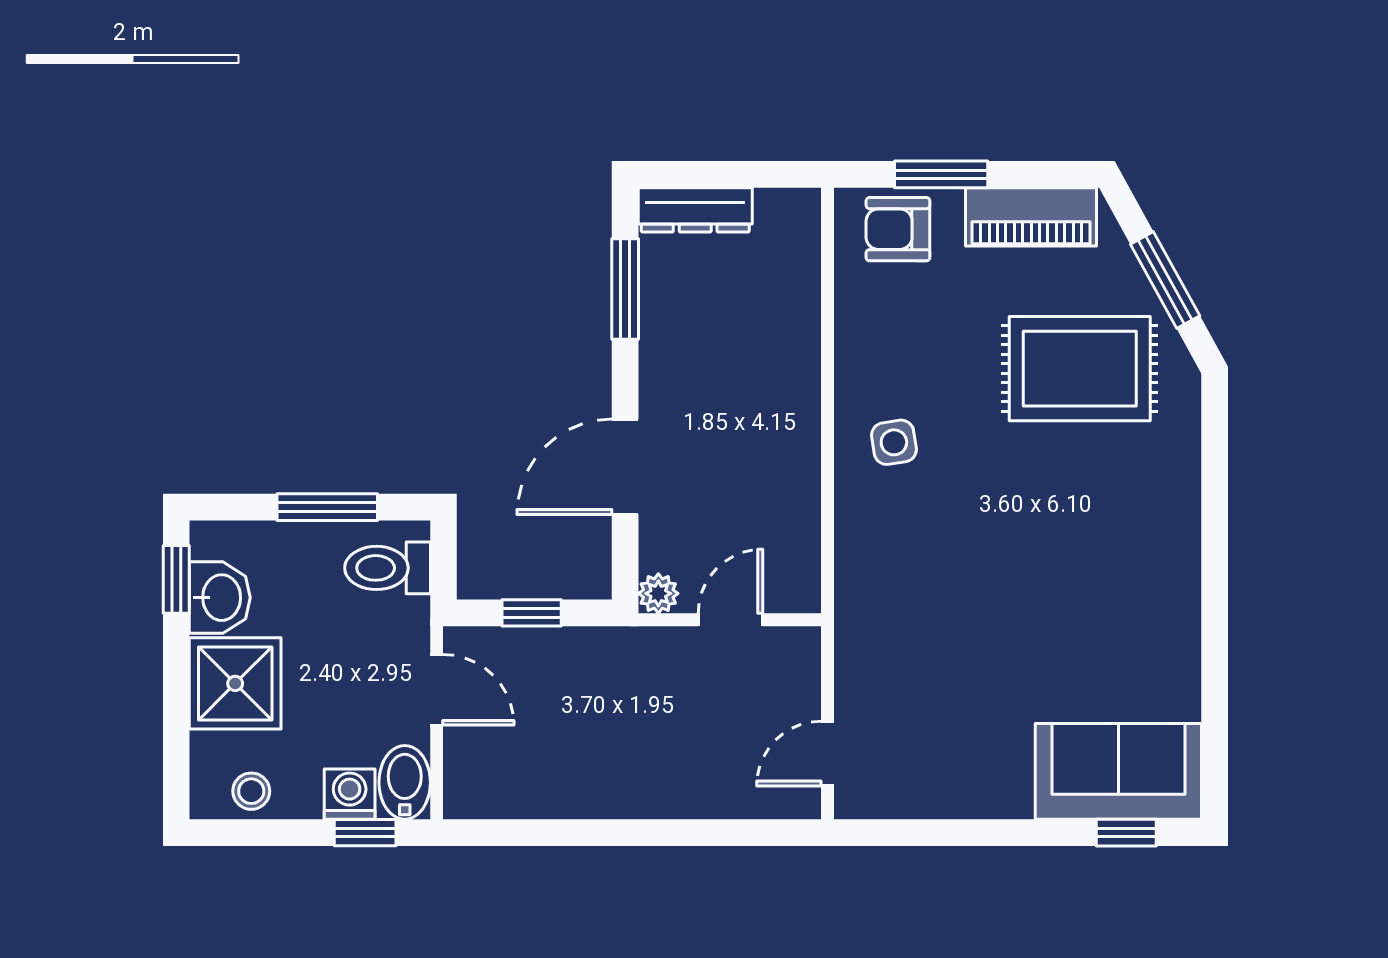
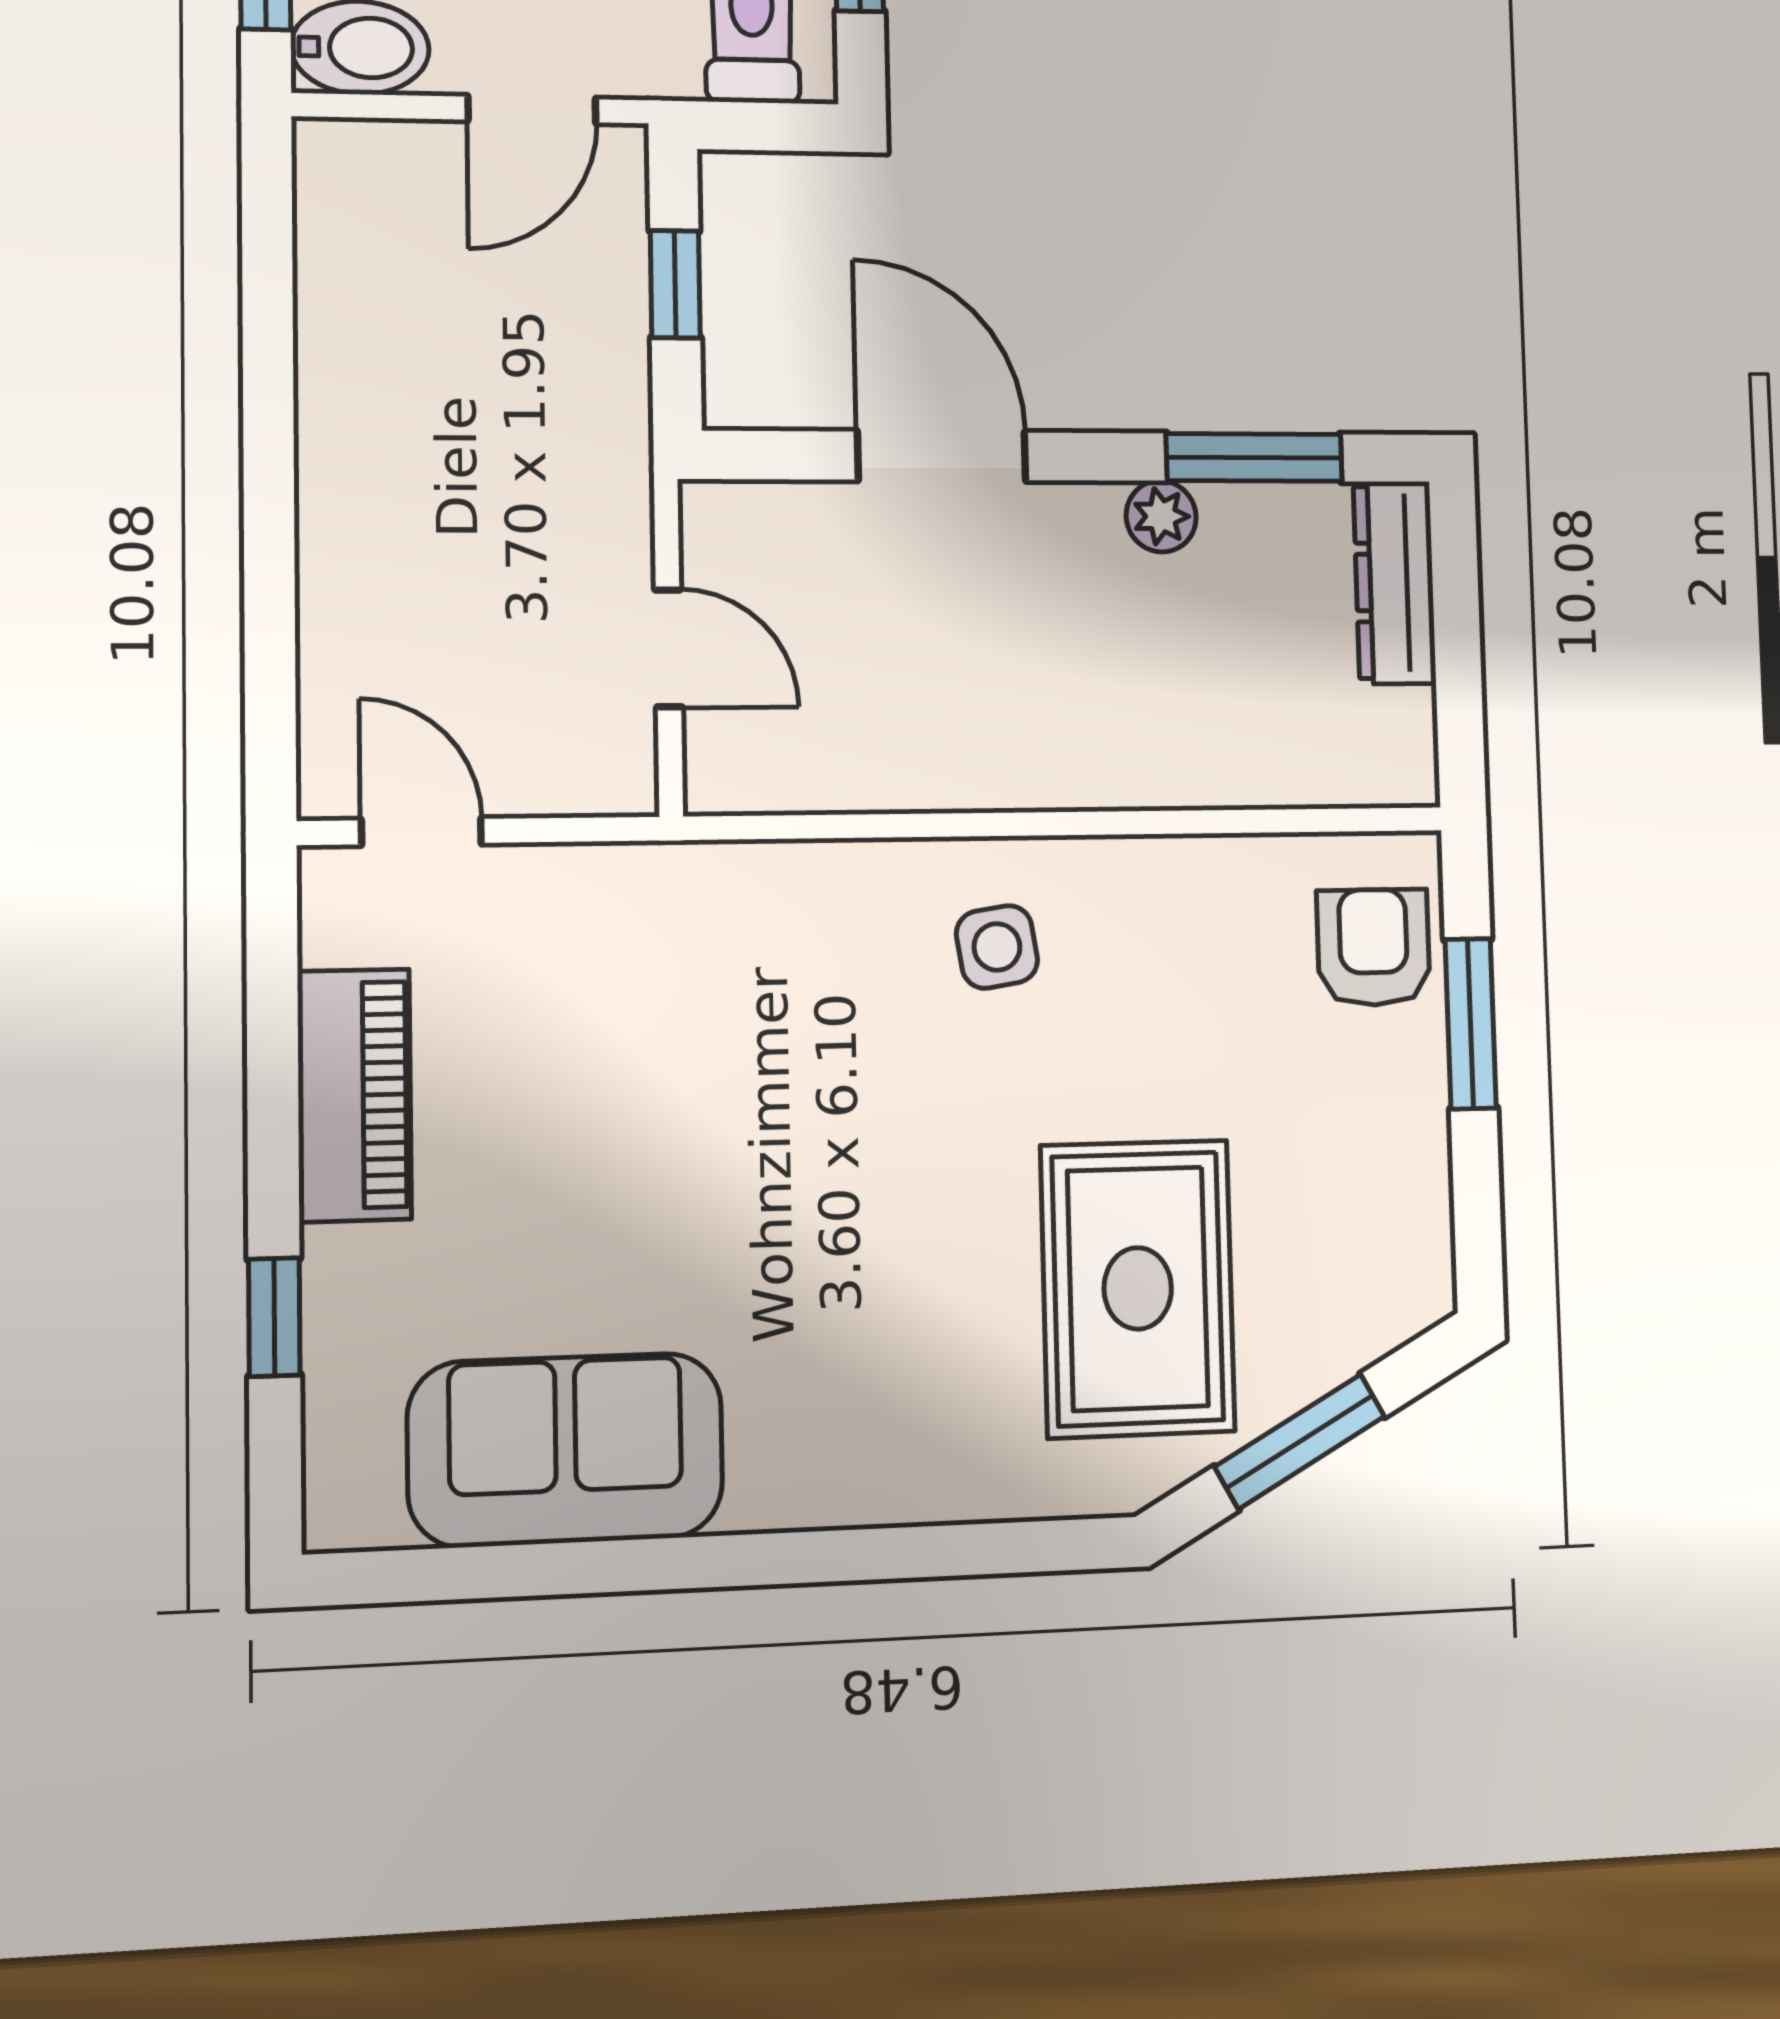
piano: (1031, 217) -> (354, 1095), moved, turned 180
plant: (658, 593) -> (1161, 516), moved
sofa: (1118, 771) -> (566, 1450), moved, turned -90
window: (1126, 833) -> (274, 1317), moved

